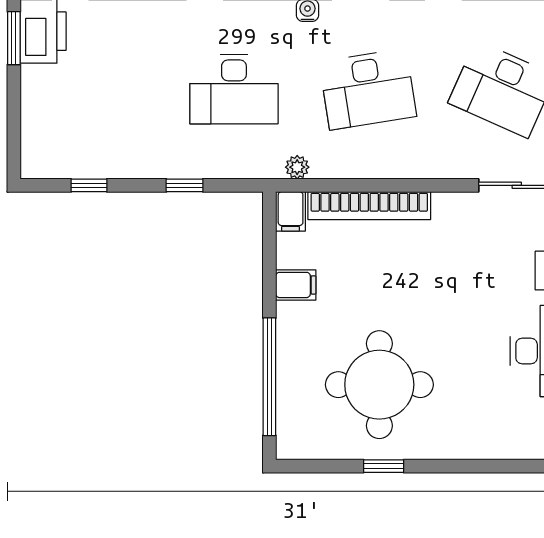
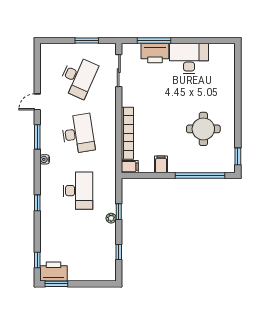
plant: (297, 167) -> (111, 218), moved
round table: (379, 385) -> (203, 129), width x0.73, depth x0.73
window: (384, 466) -> (238, 156), moved

